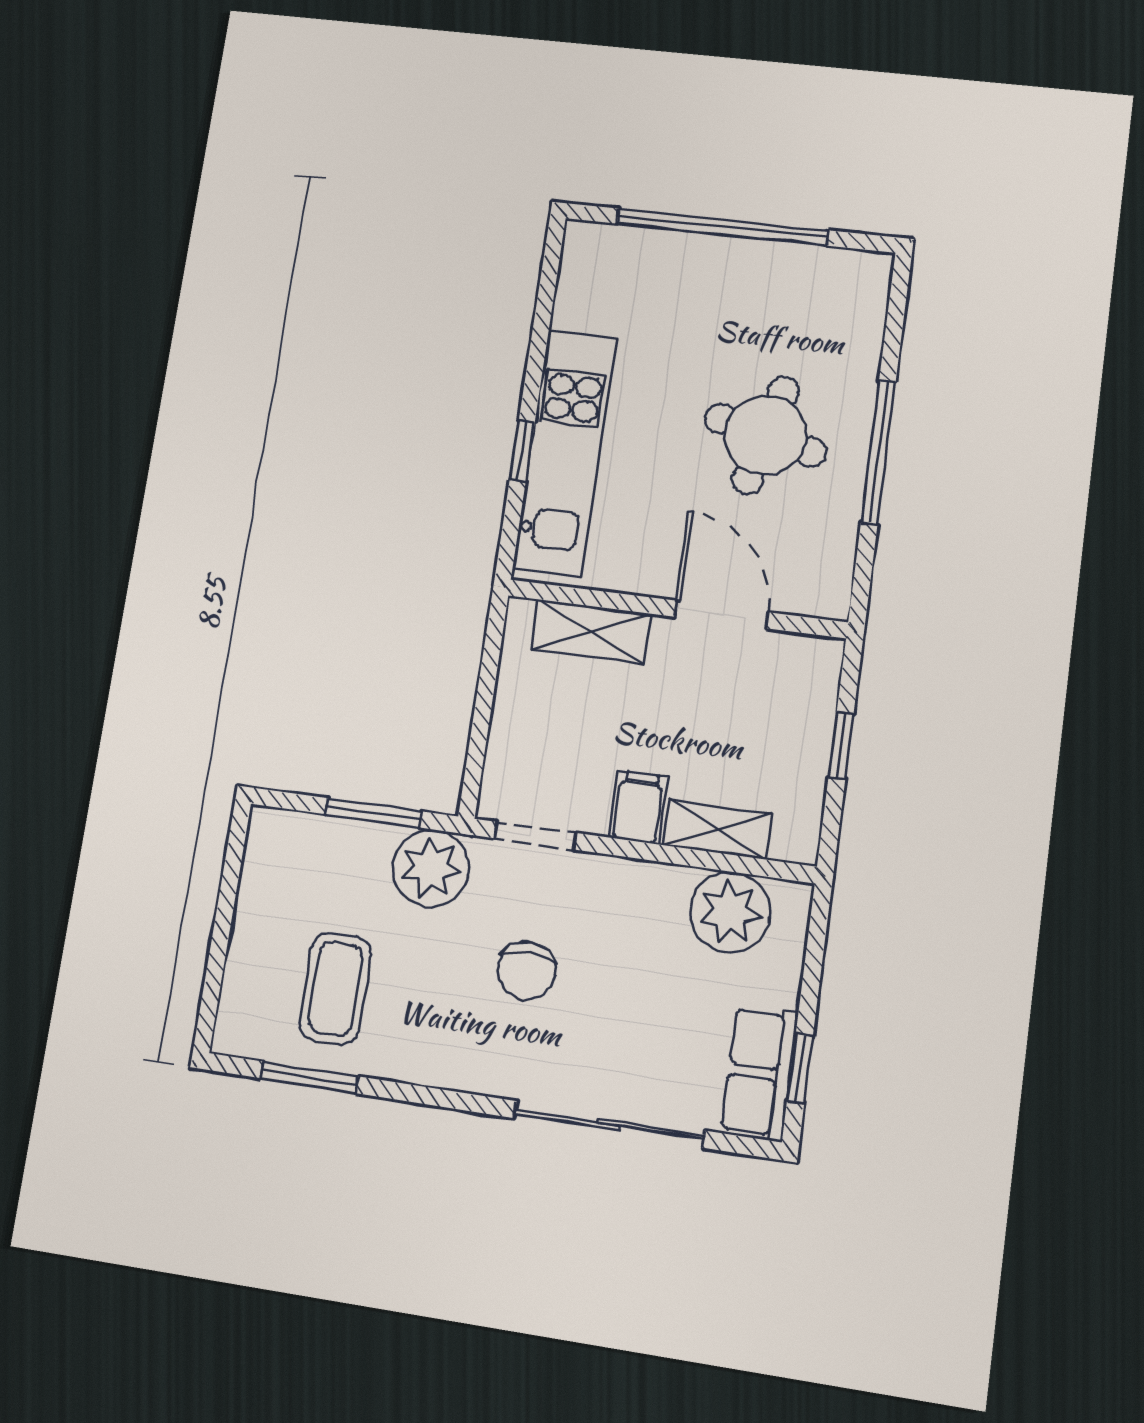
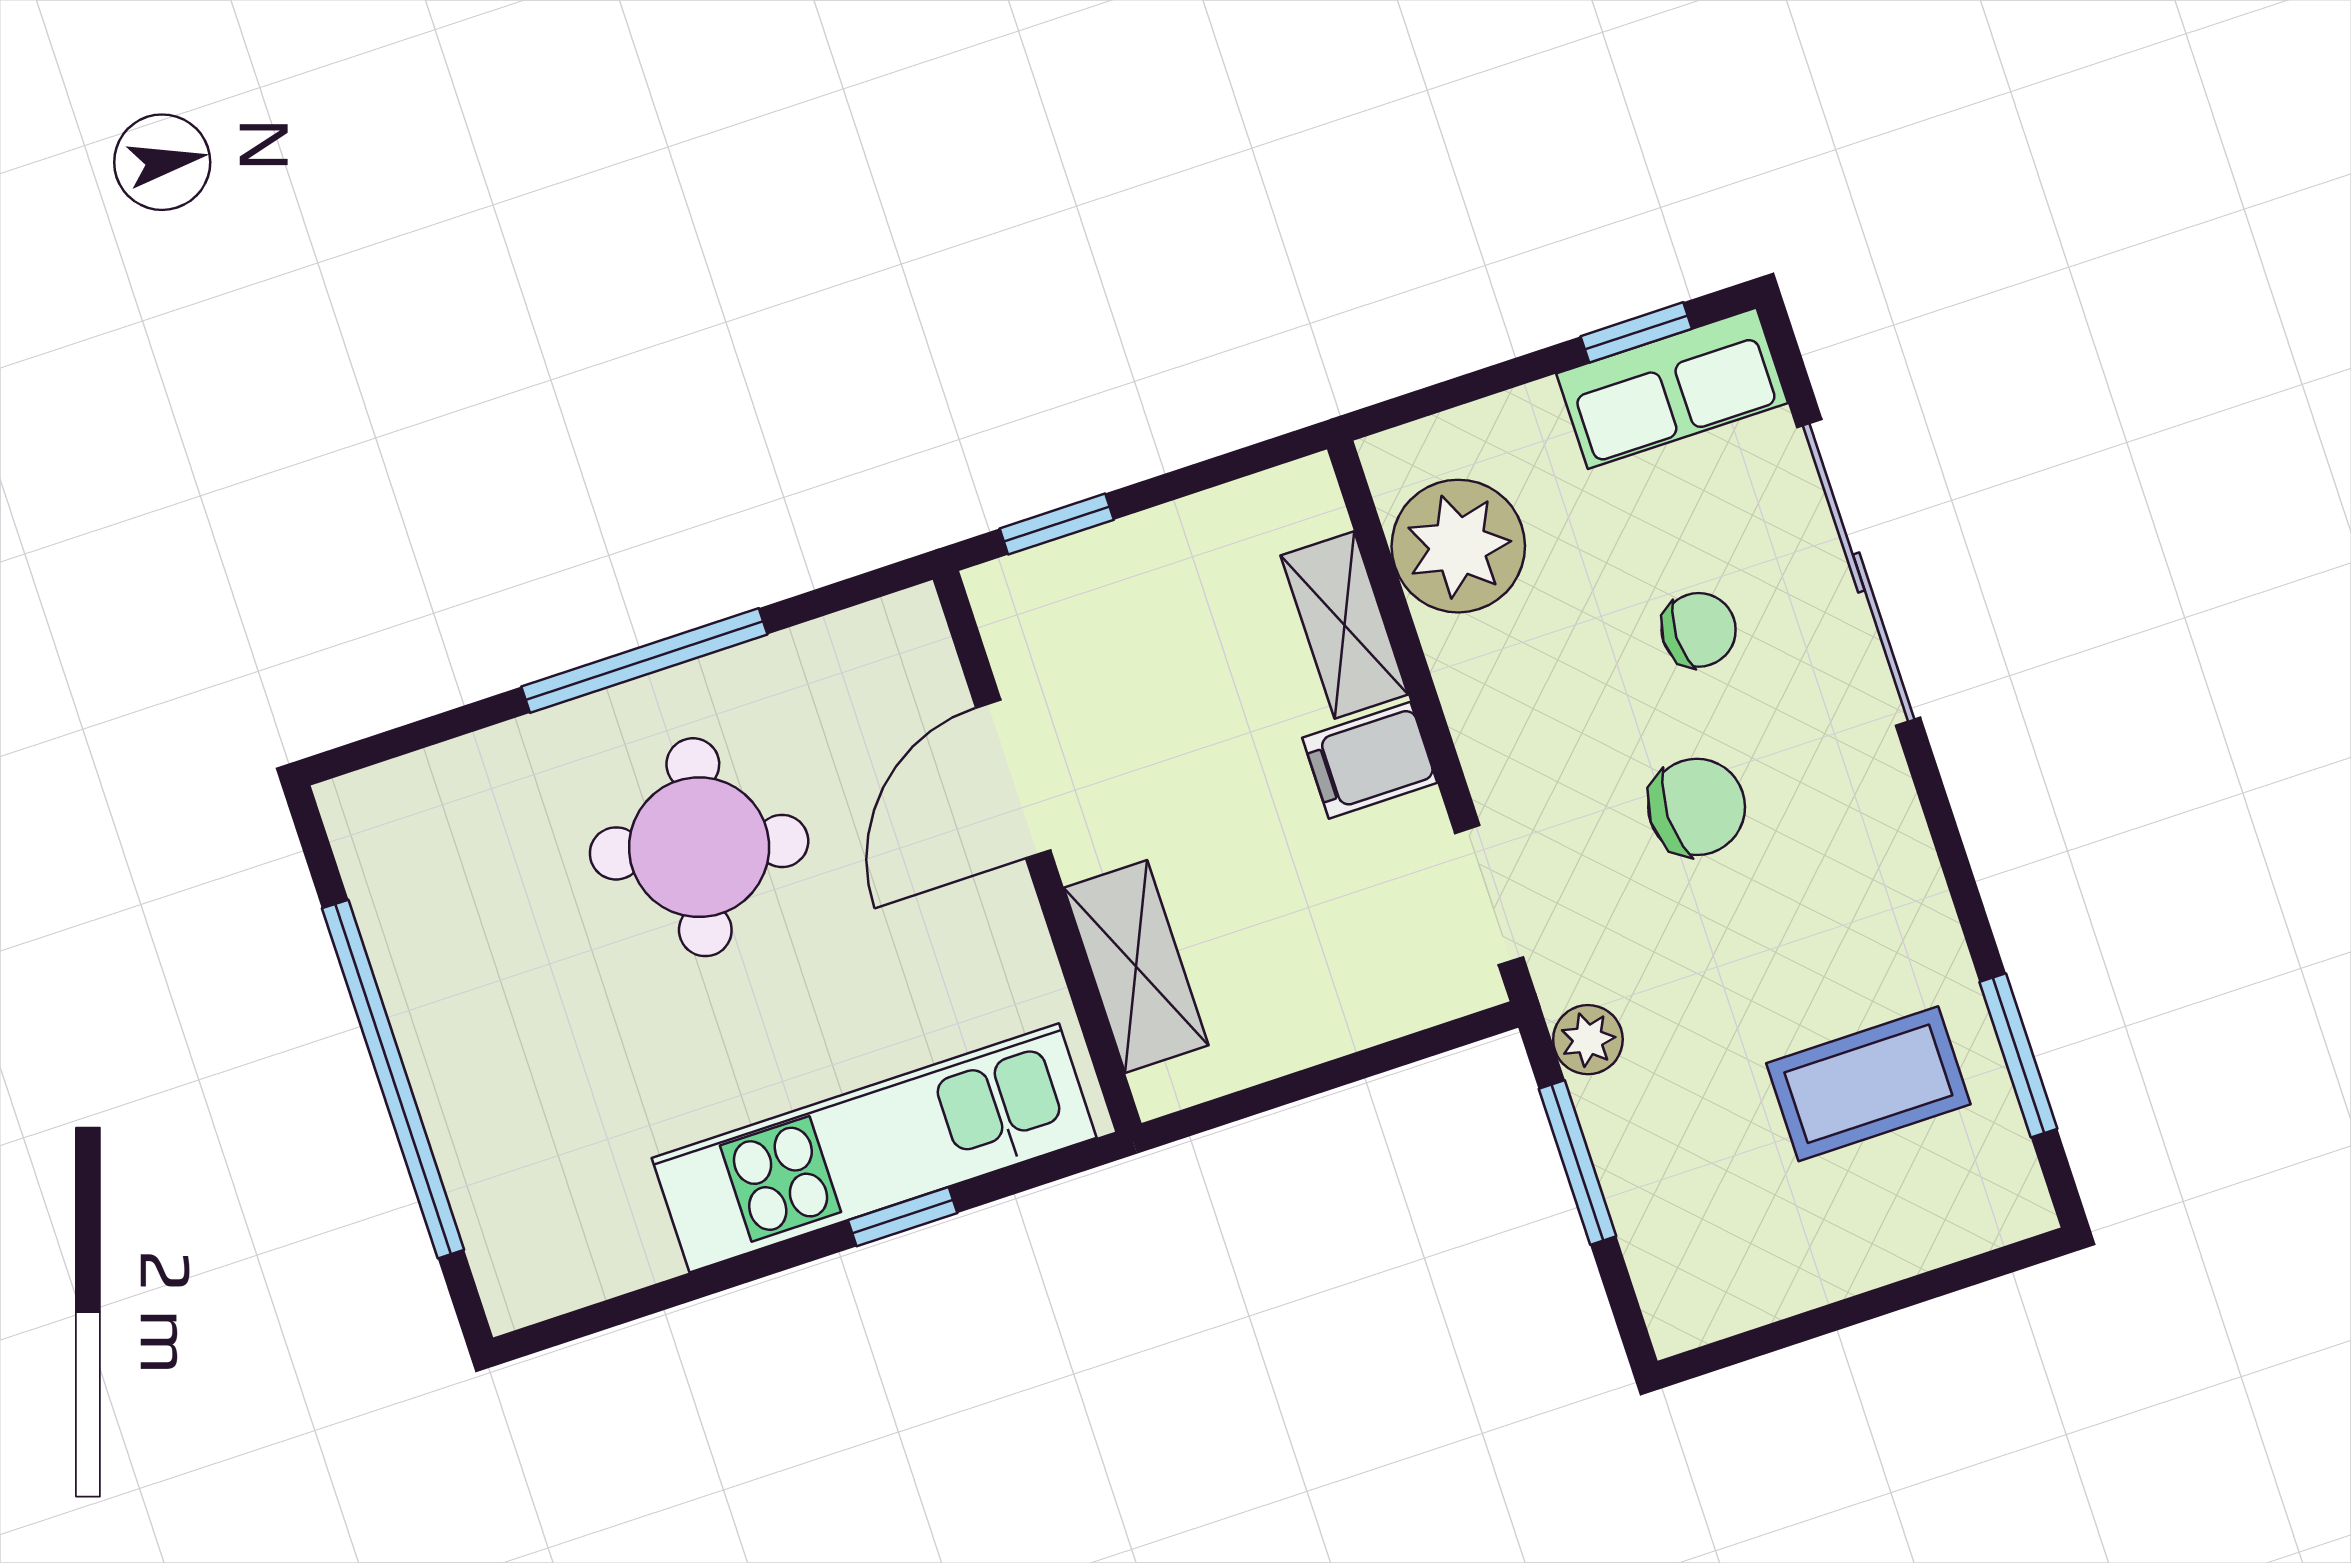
window: (841, 745) -> (1057, 524), moved
plant: (431, 868) -> (1588, 1040), width x0.53, depth x0.53
chair: (621, 1020) -> (1699, 630), added

